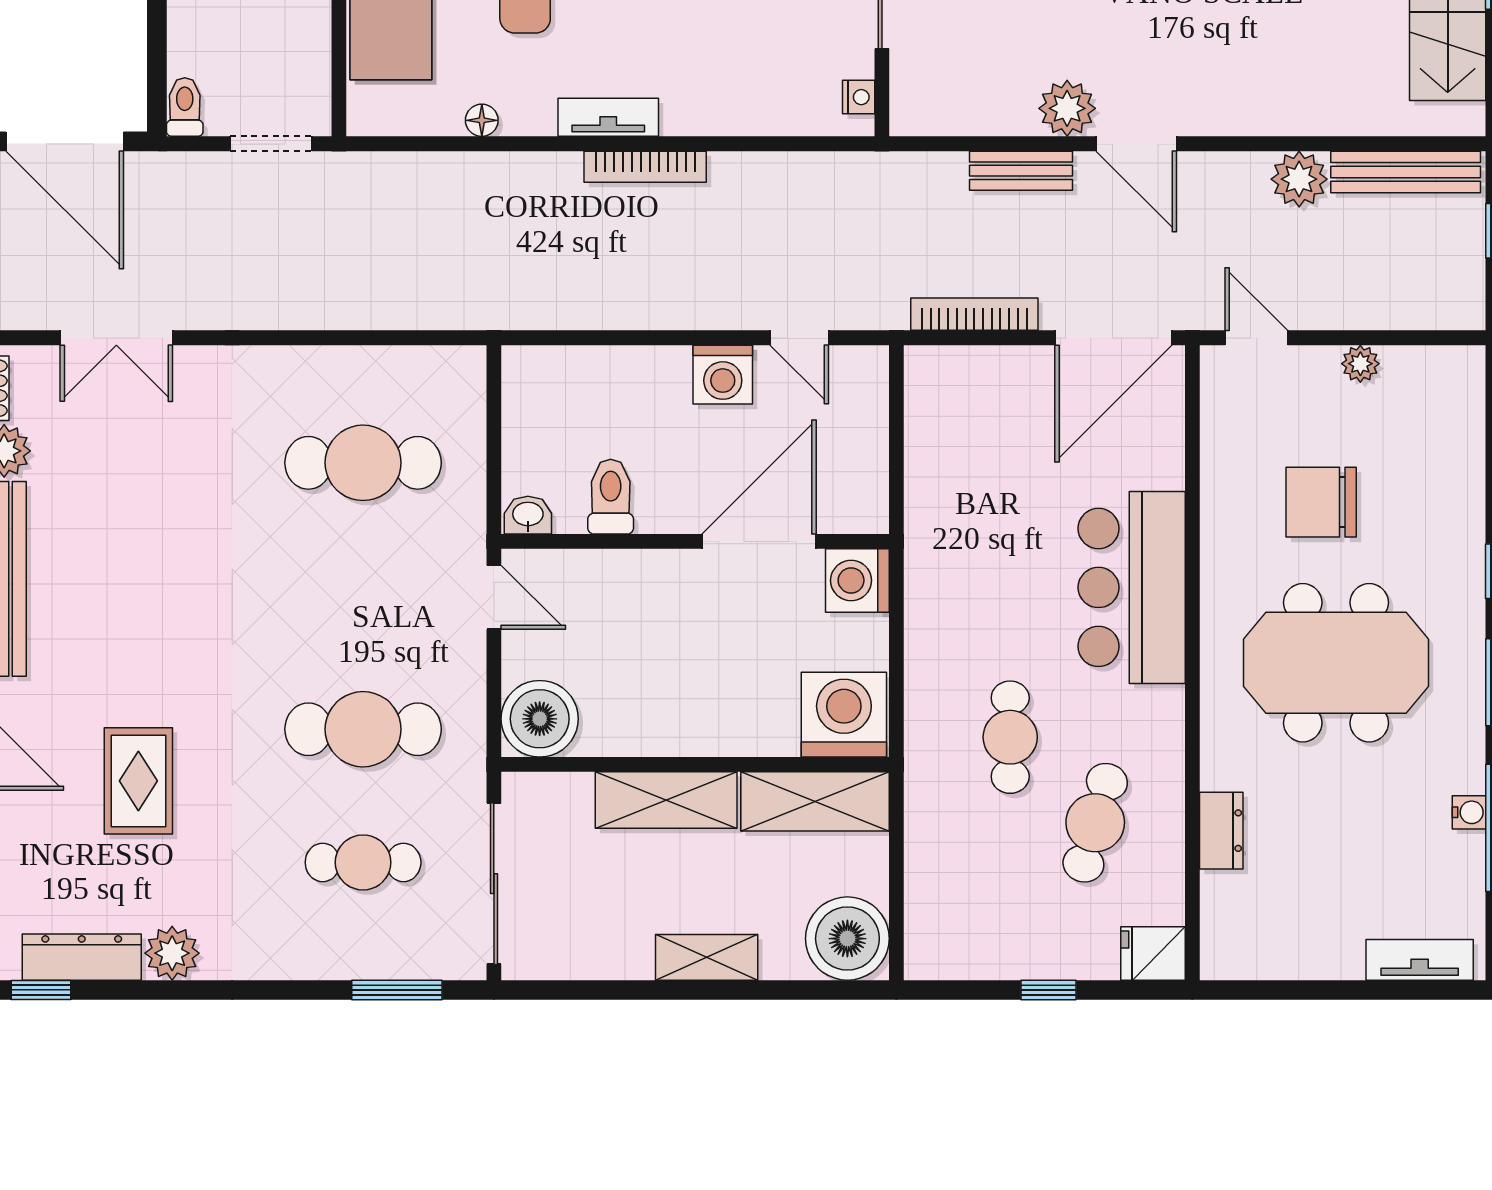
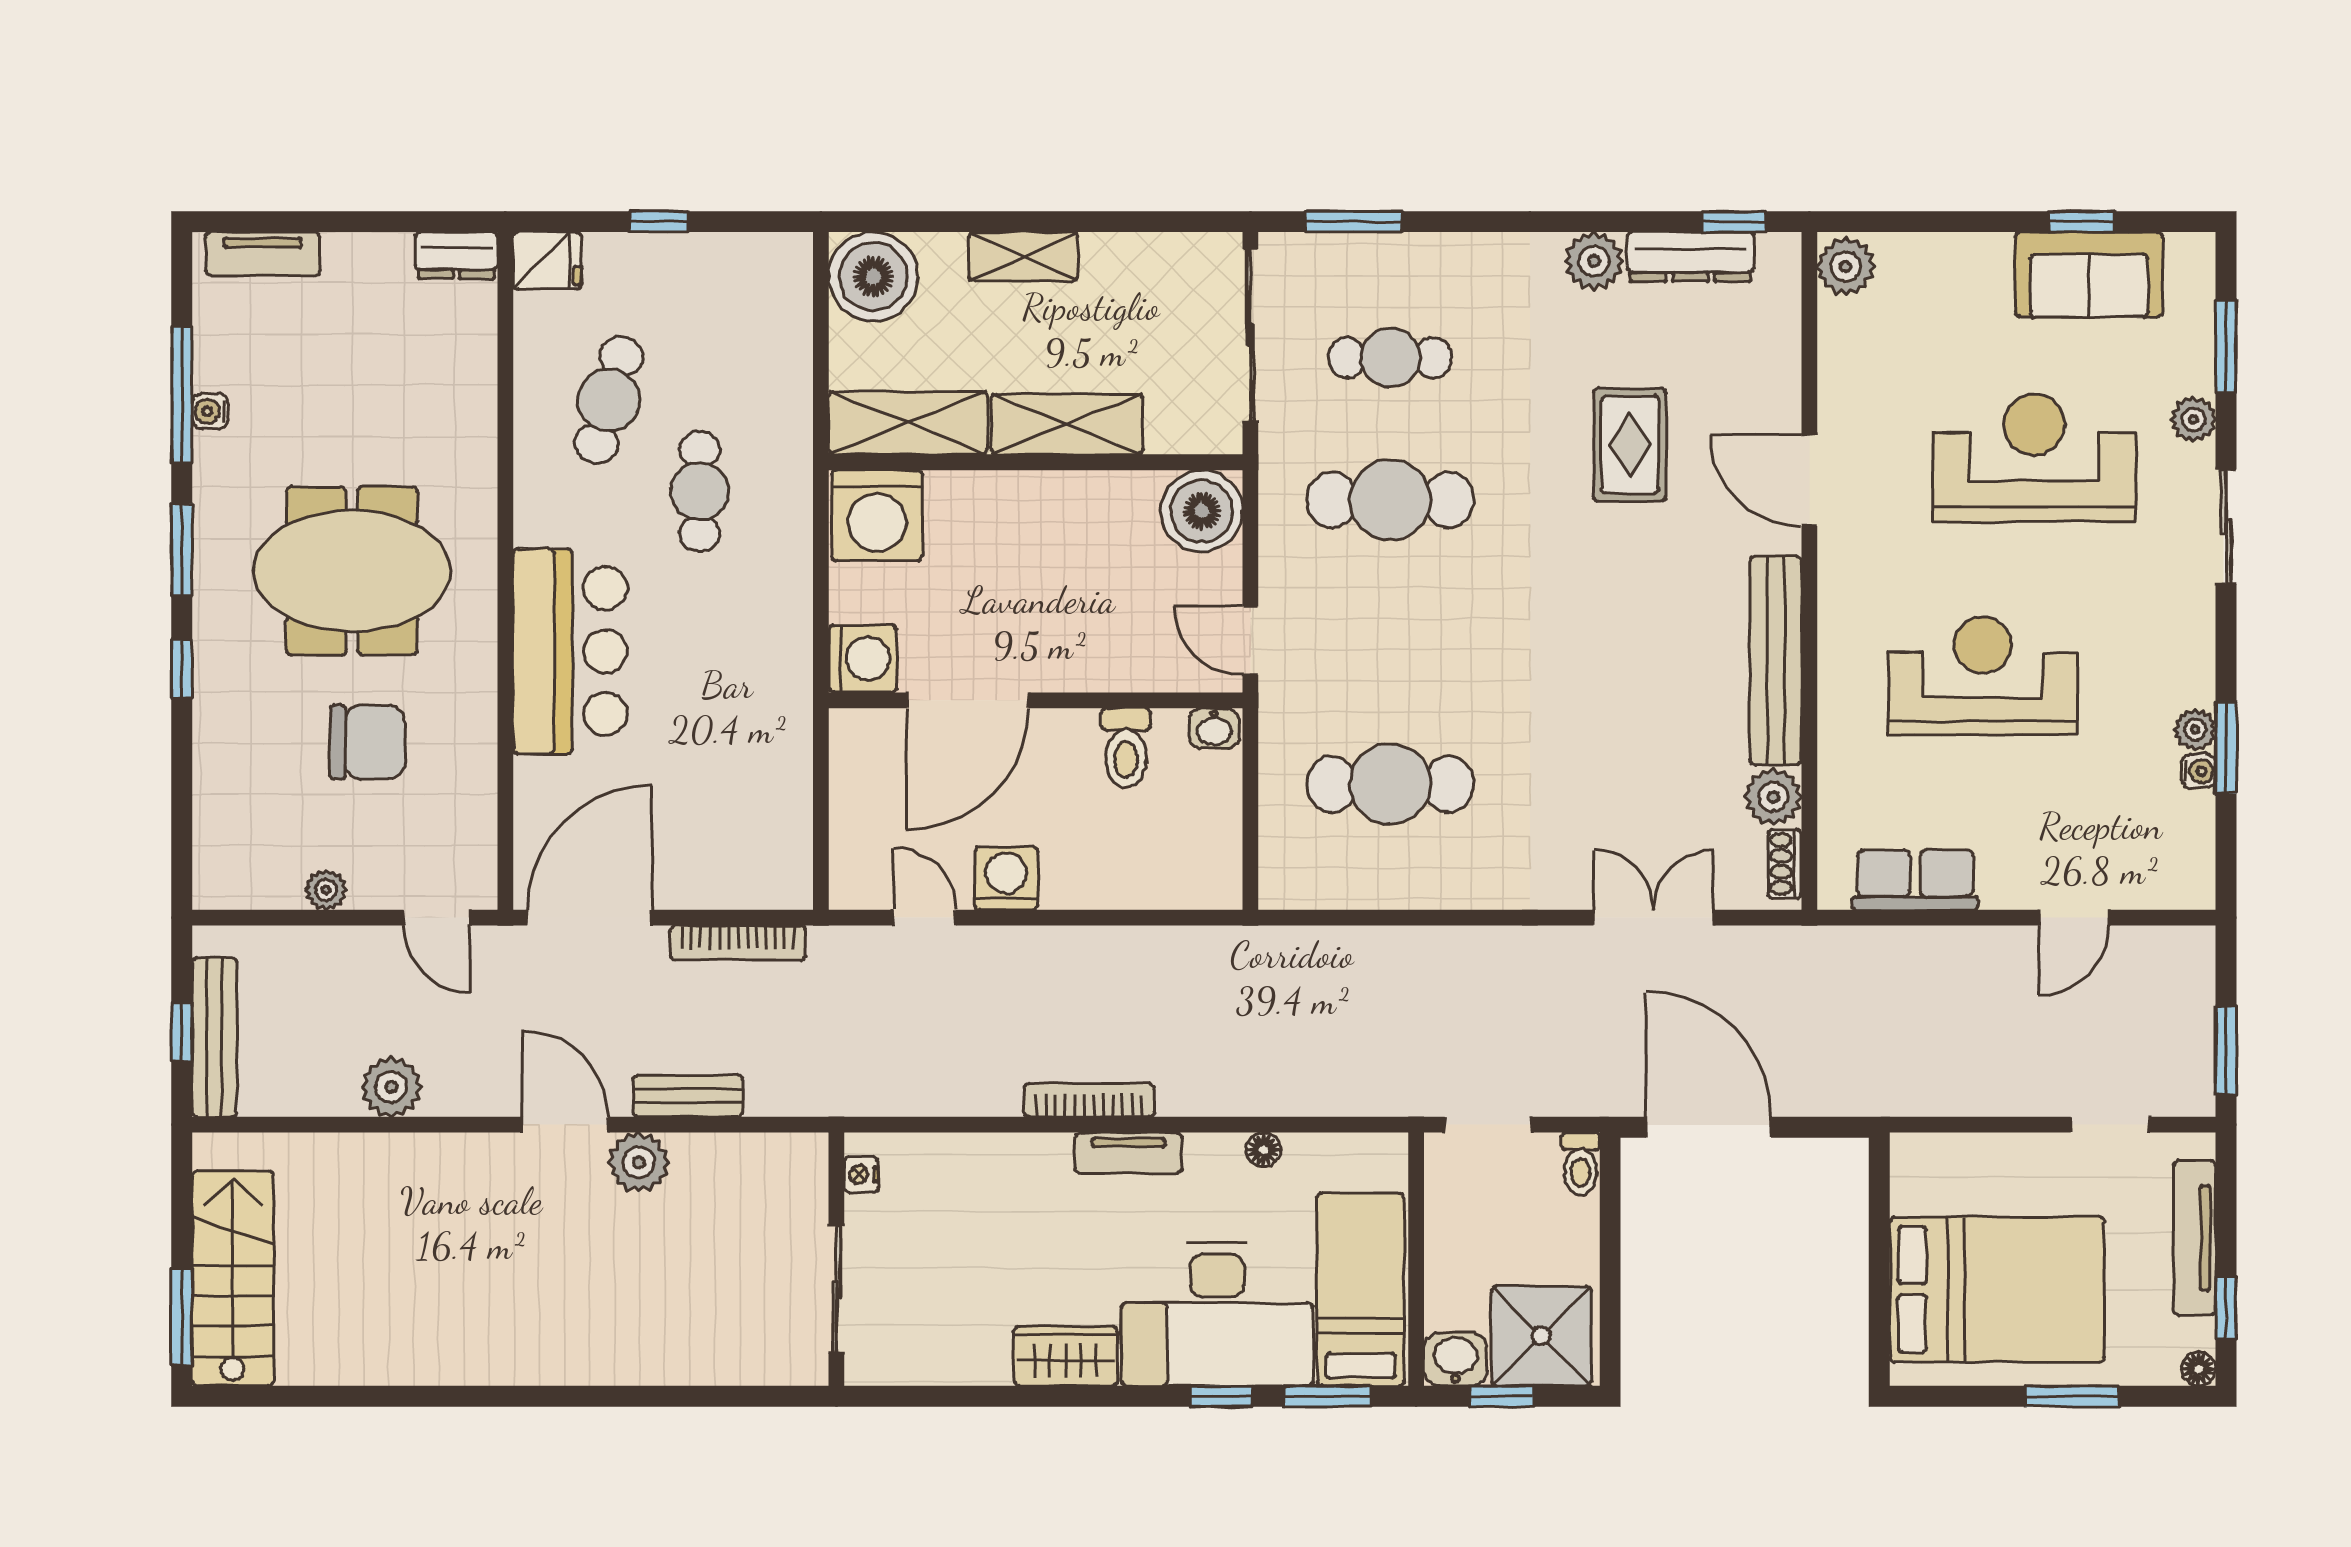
bench: (1406, 172) -> (215, 1037), moved, turned 90
dresser: (1221, 831) -> (456, 255), moved, turned -90

